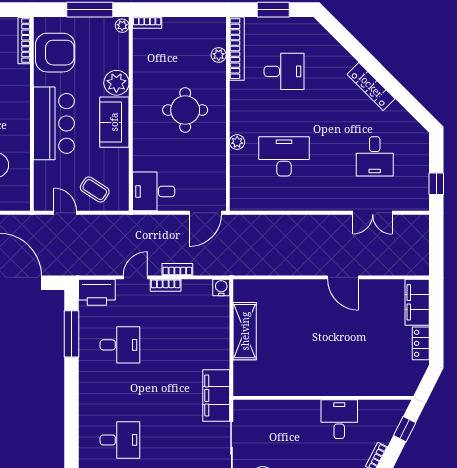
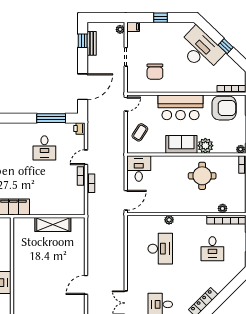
armchair: (55, 53) -> (224, 108), turned -90
round table: (185, 110) -> (202, 176), moved
door: (65, 213) -> (126, 104), moved
door: (205, 213) -> (126, 200), swing flipped
door: (135, 277) -> (86, 157), swing flipped
water cooler: (221, 288) -> (80, 210), removed
printer: (97, 292) -> (79, 128), width x0.53, depth x0.68

